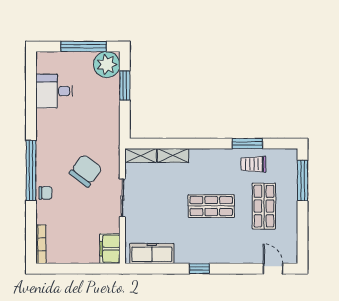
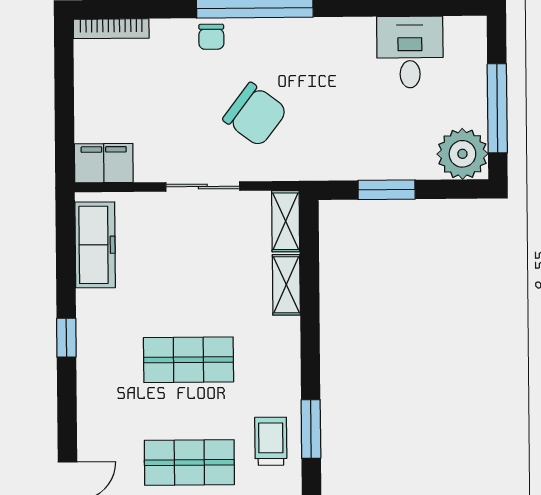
window: (125, 85) -> (387, 190), moved
shop shelf: (211, 206) -> (188, 360), turned 90

